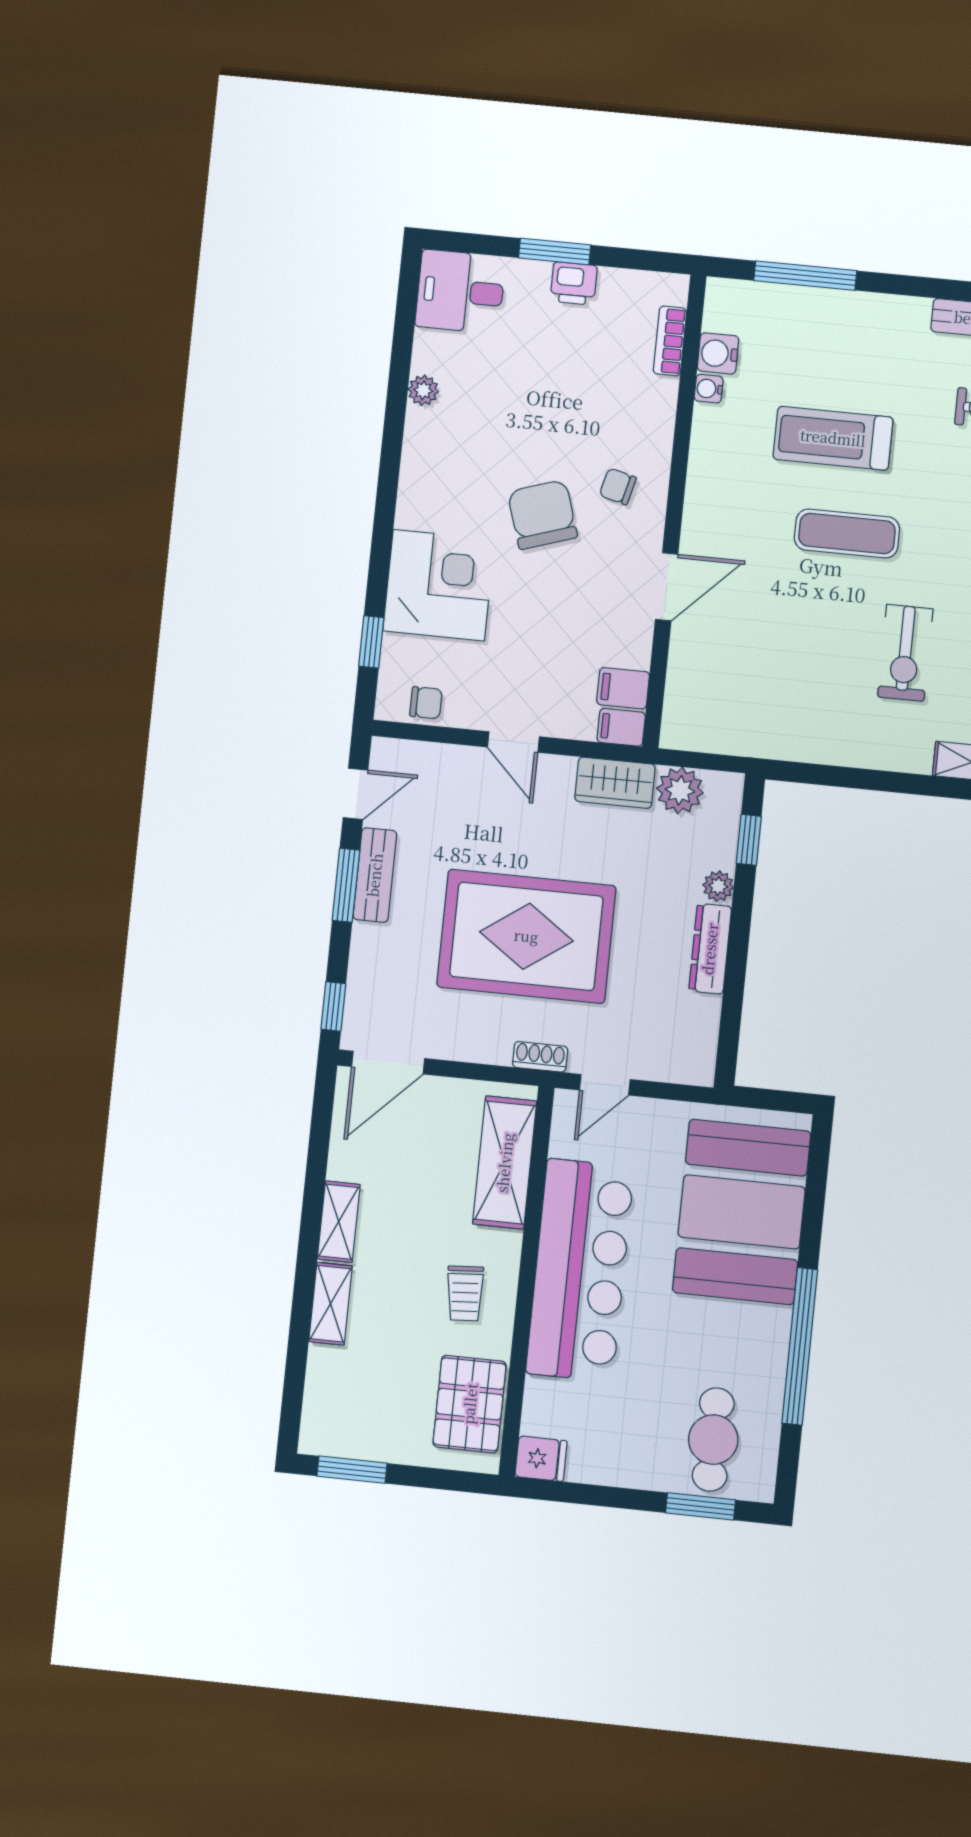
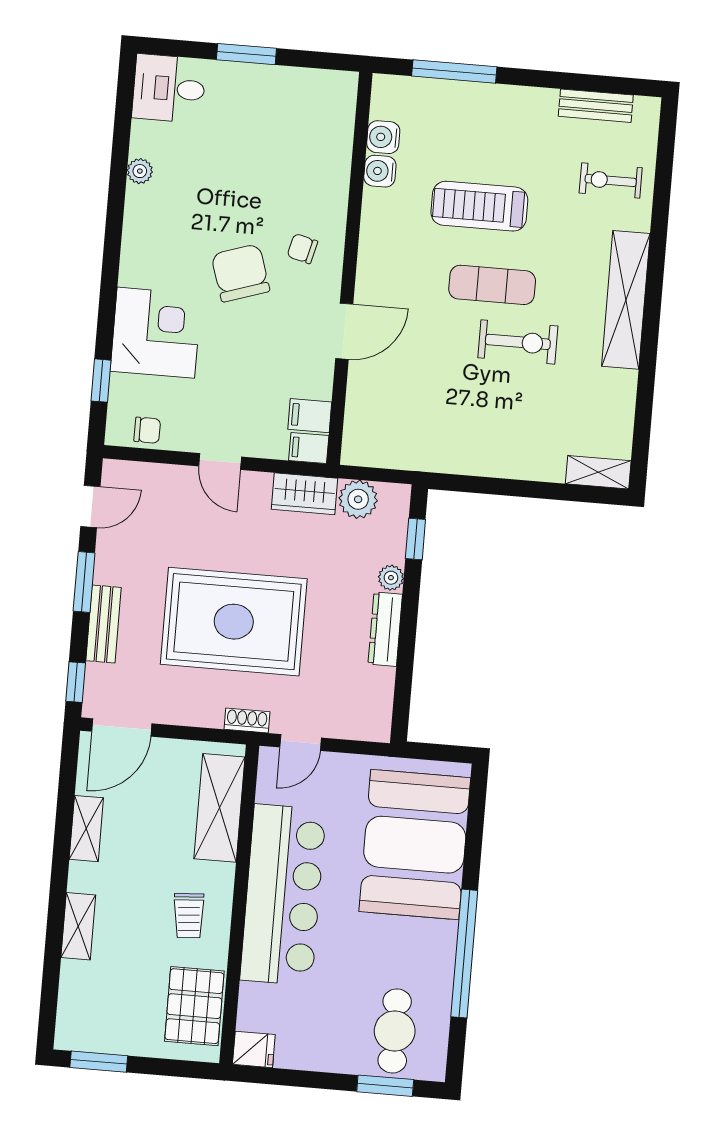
printer: (574, 283) -> (263, 80), removed
bookcase: (670, 341) -> (343, 127), removed
water cooler: (709, 389) -> (380, 171), width x1.38, depth x1.38
exercise bike: (905, 653) -> (518, 342), moved, turned -90
bench: (375, 875) -> (103, 624), moved
shelving: (339, 1222) -> (86, 829), moved

